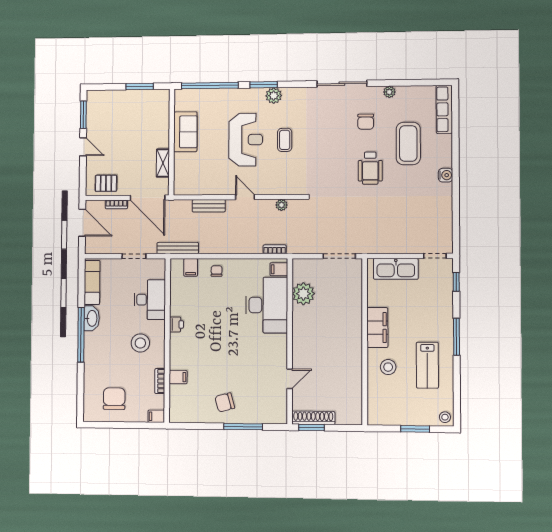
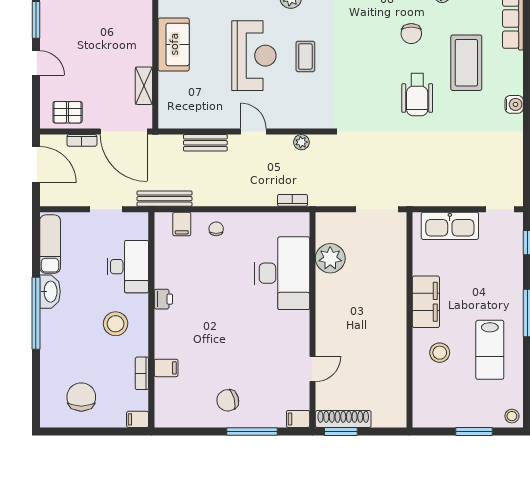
filing cabinet: (279, 269) -> (298, 419), moved

